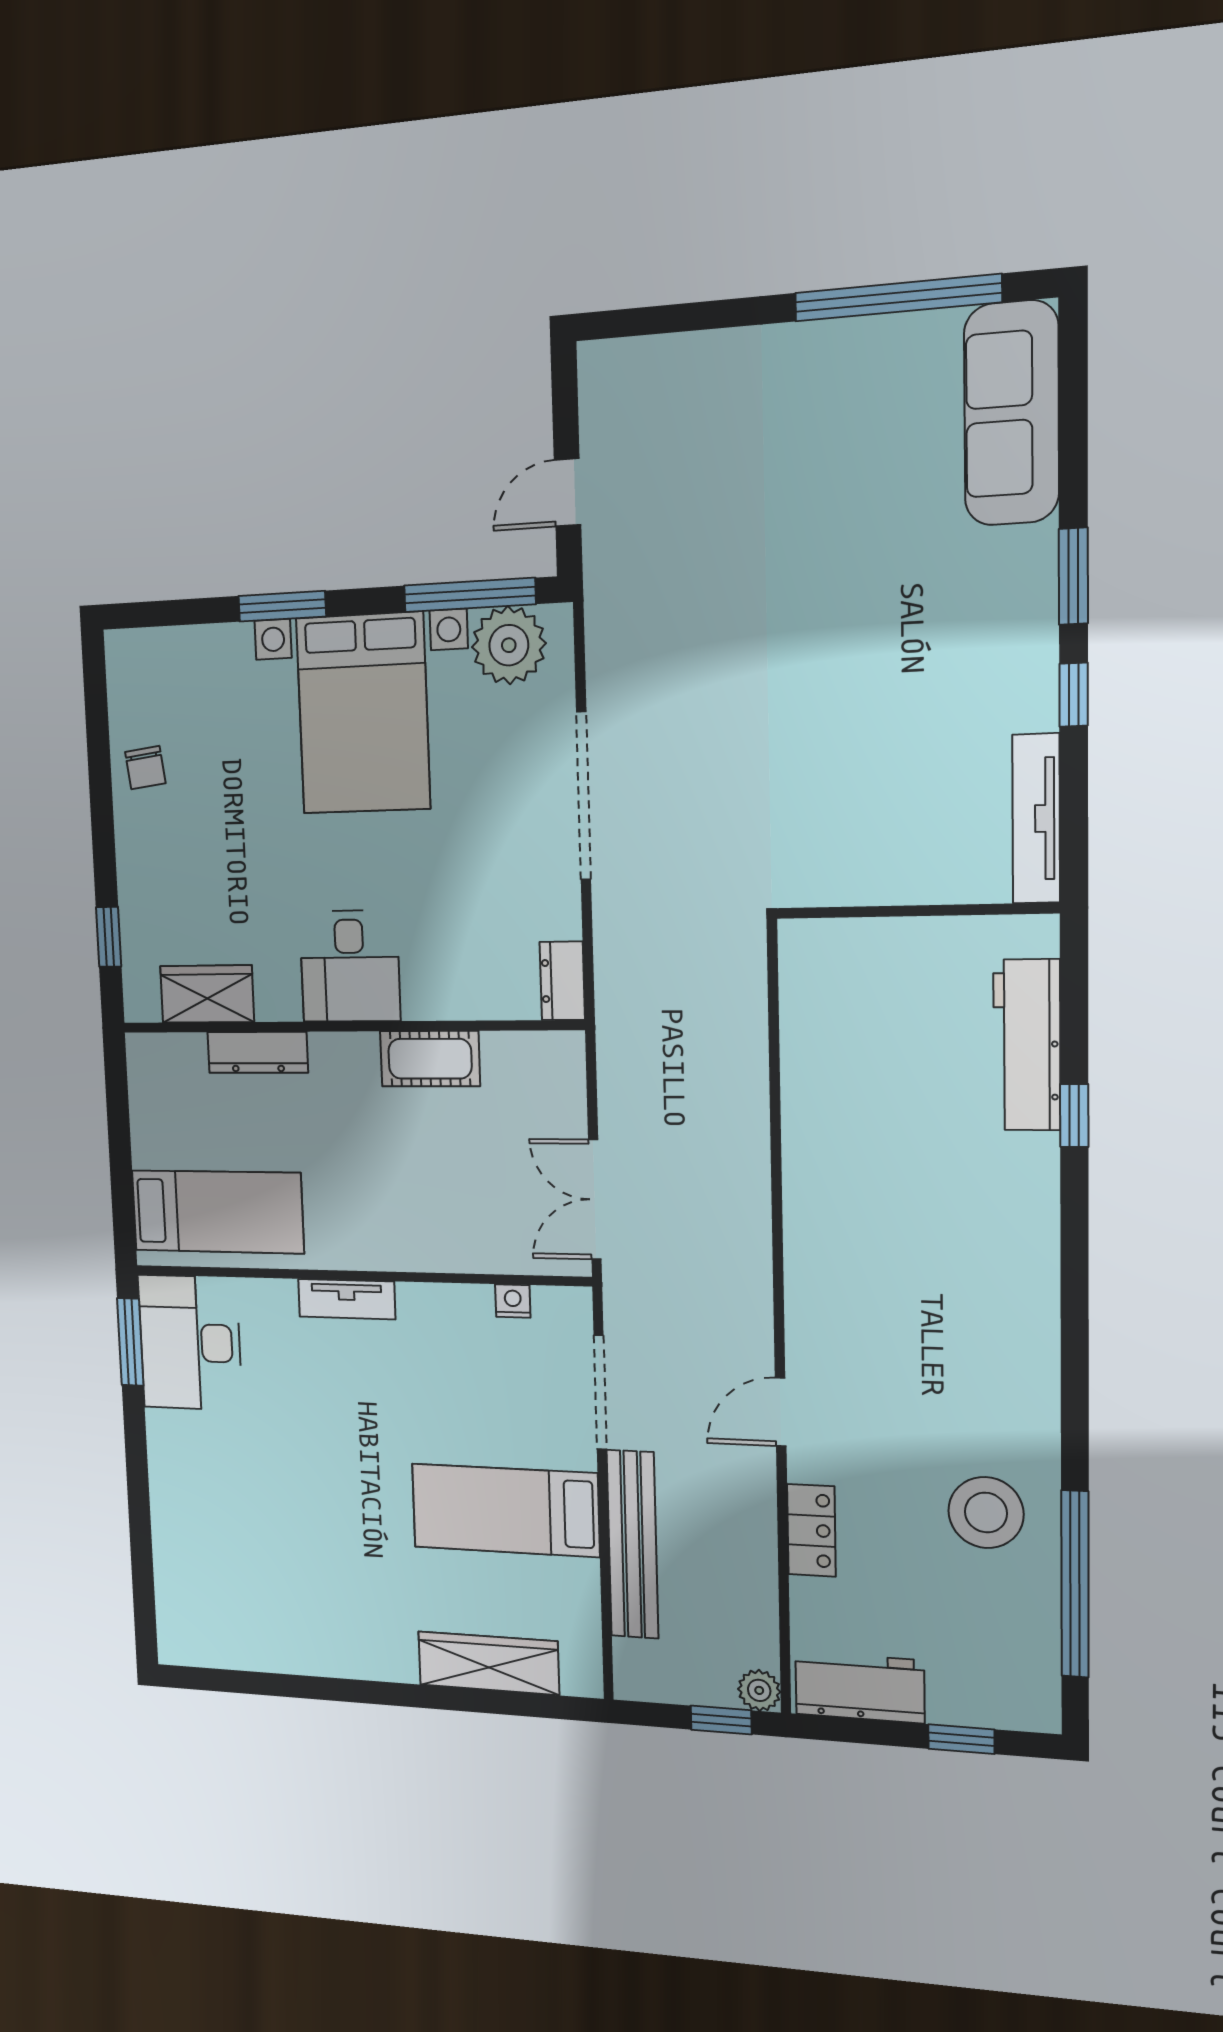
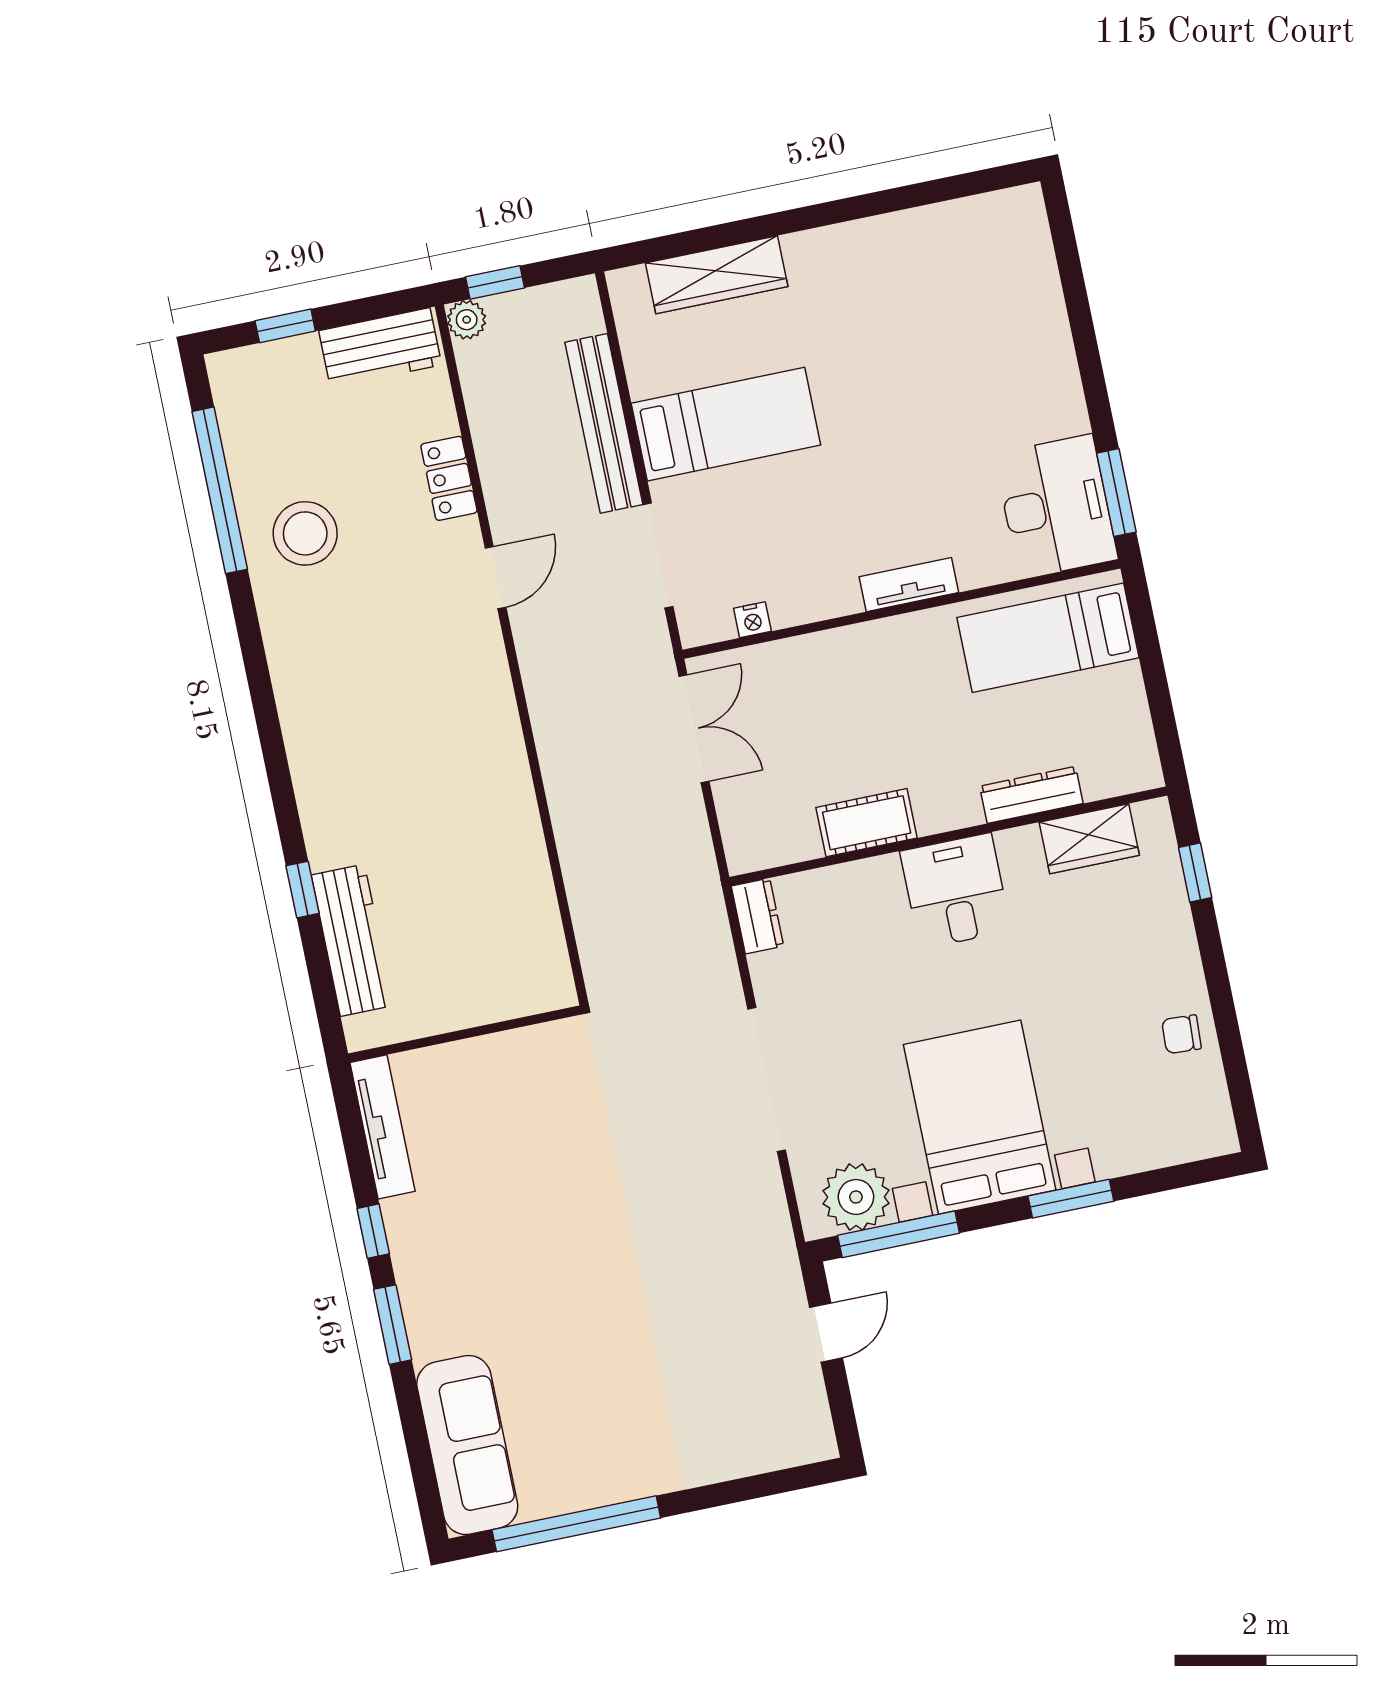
chair: (145, 768) -> (1181, 1034), turned -80

